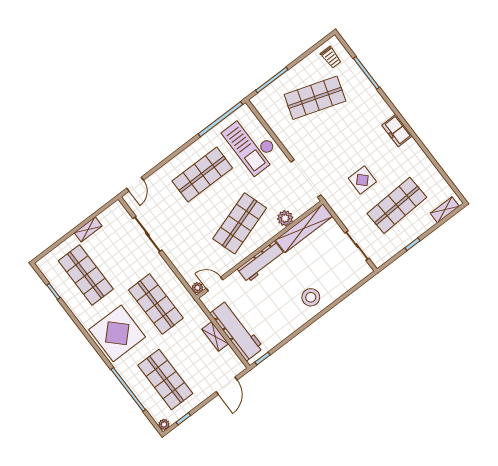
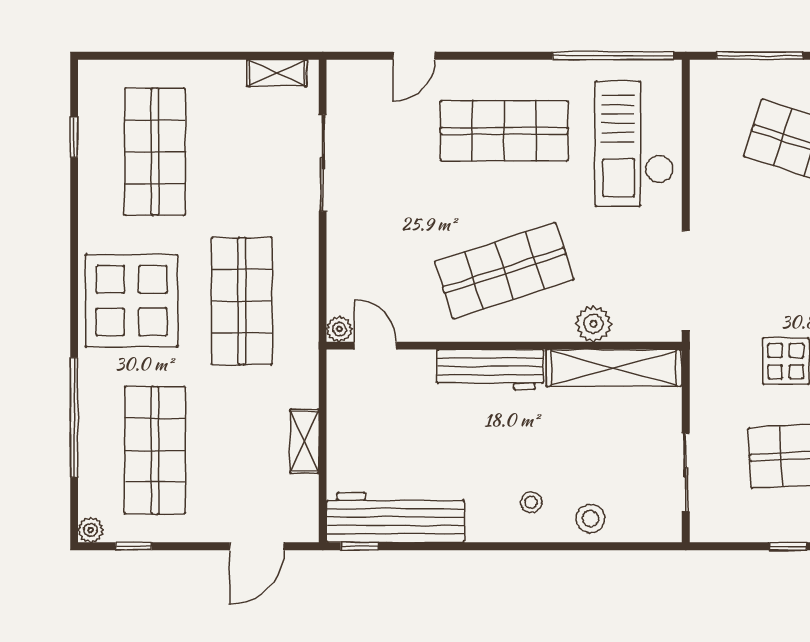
door: (135, 184) -> (414, 56), moved
shelving: (88, 229) -> (277, 73), moved
stool: (336, 287) -> (590, 519), added
stool: (311, 297) -> (531, 502), width x0.53, depth x0.53
workbench: (237, 331) -> (395, 517), moved, turned -90

